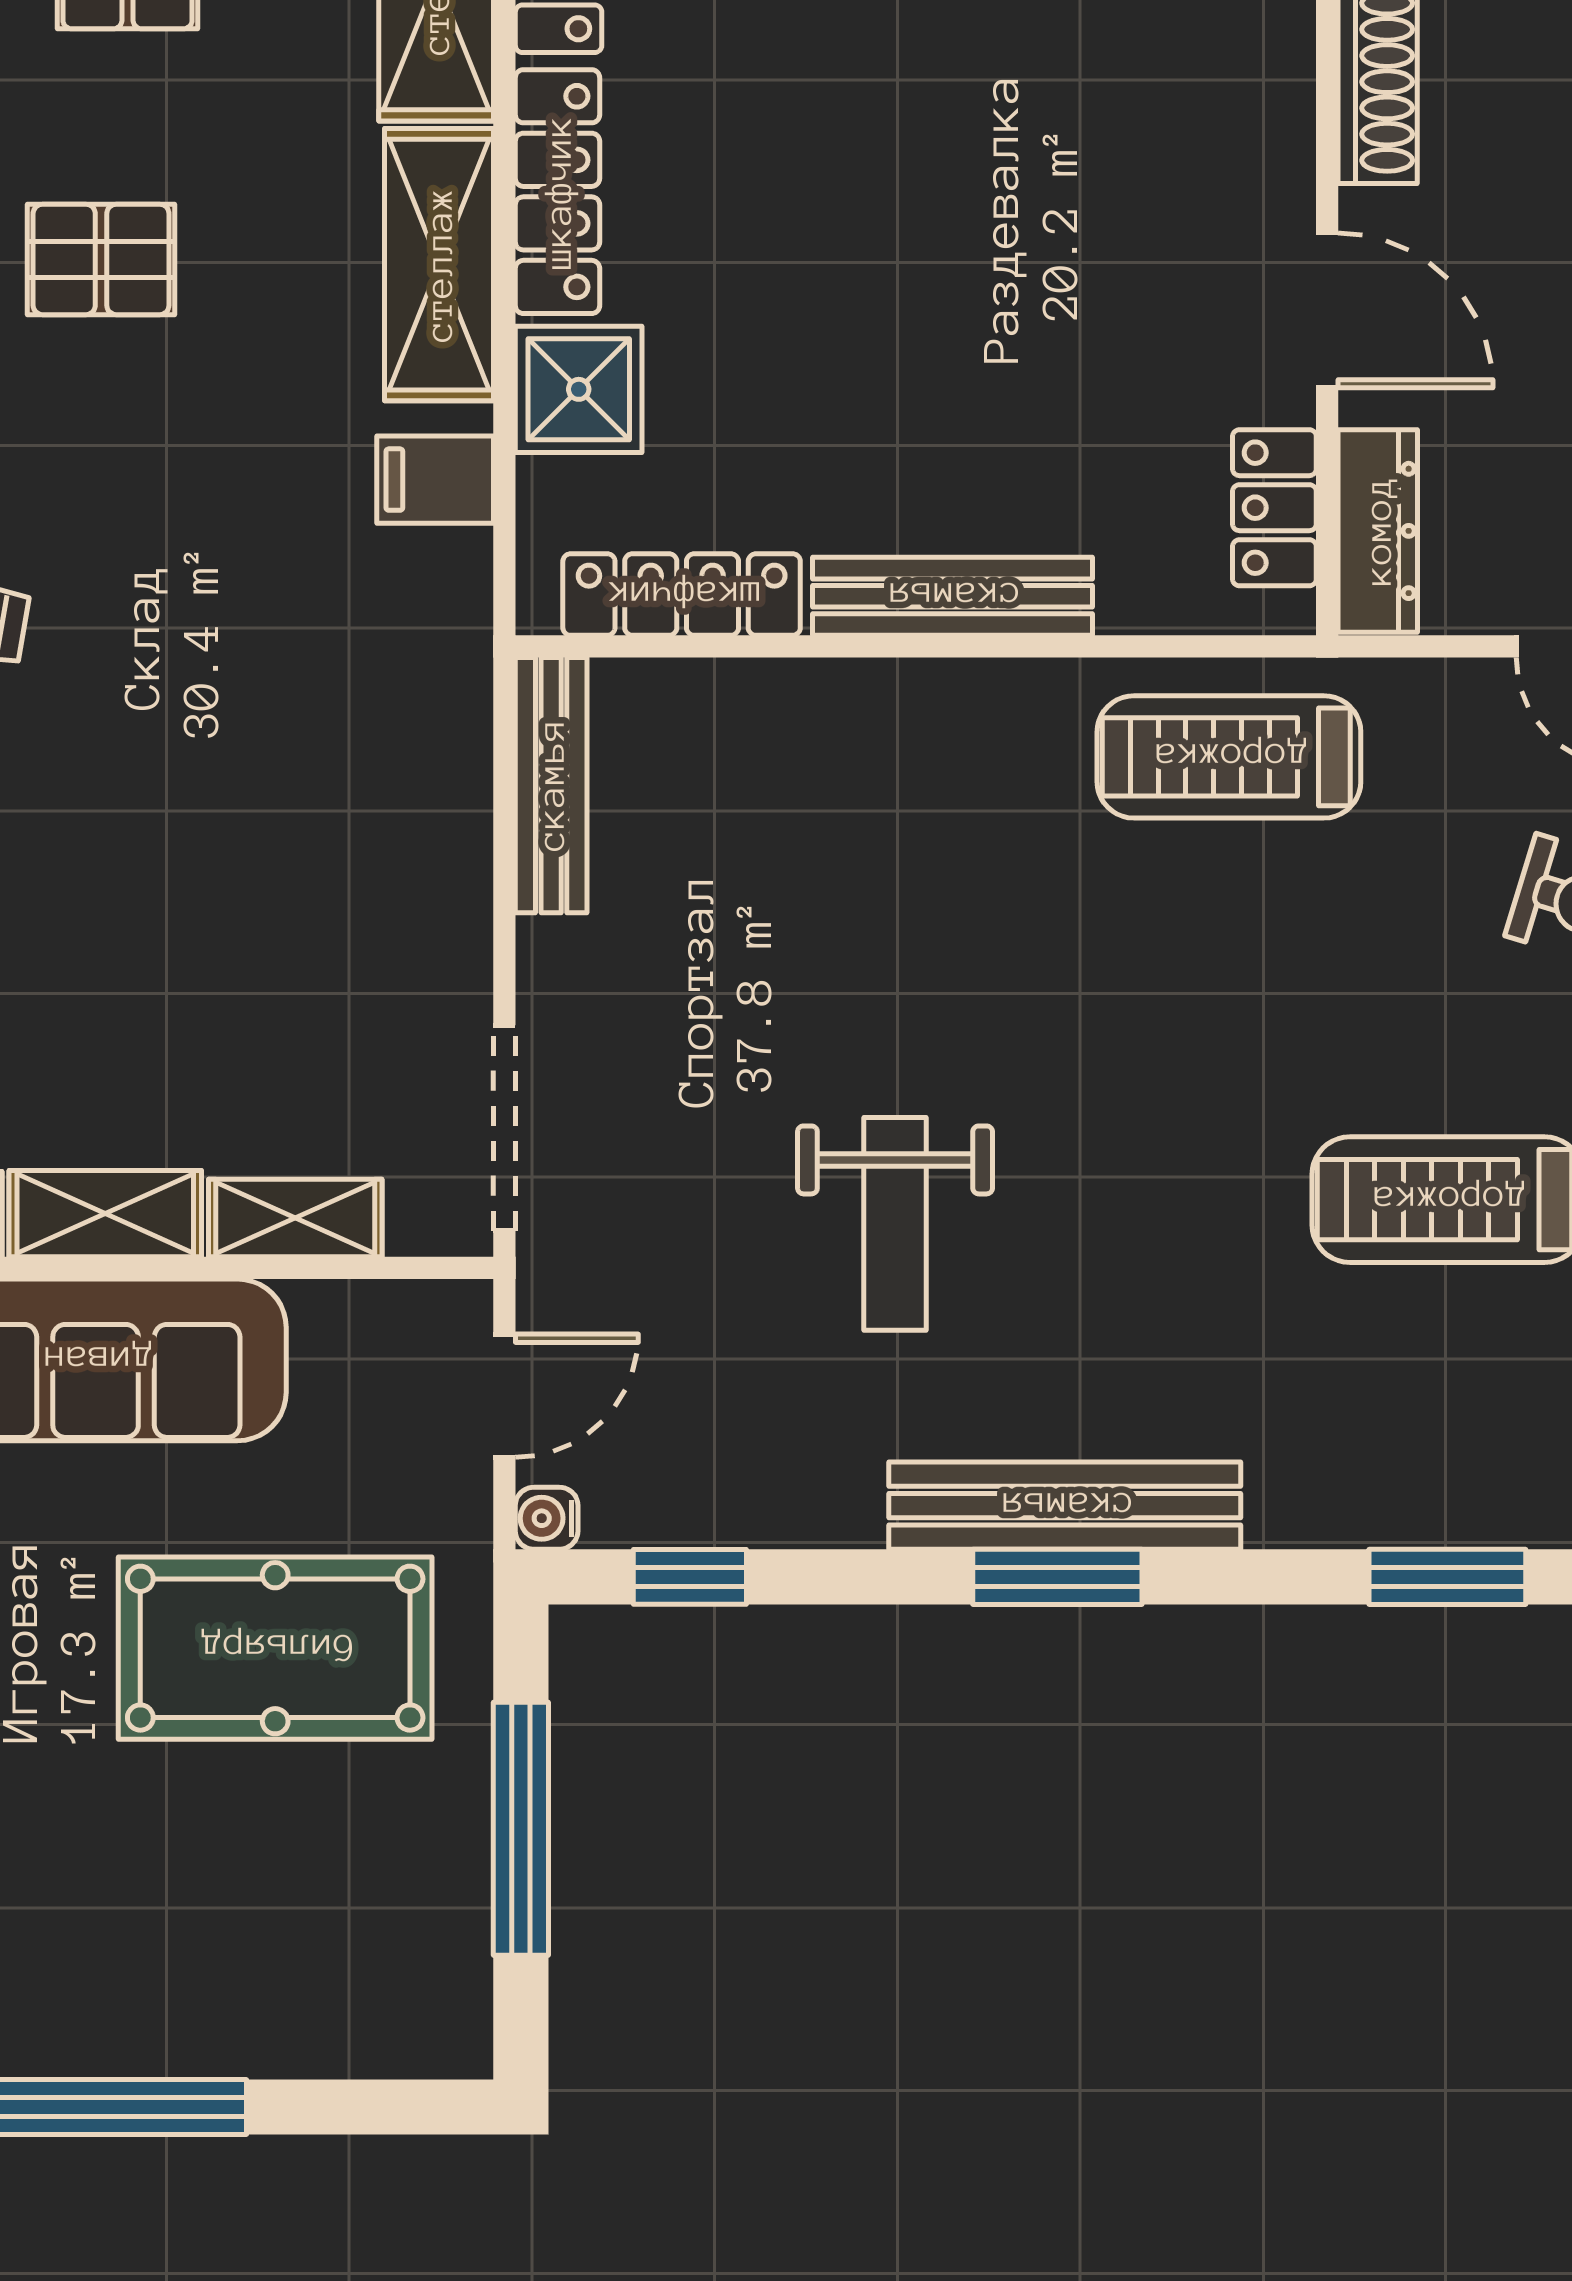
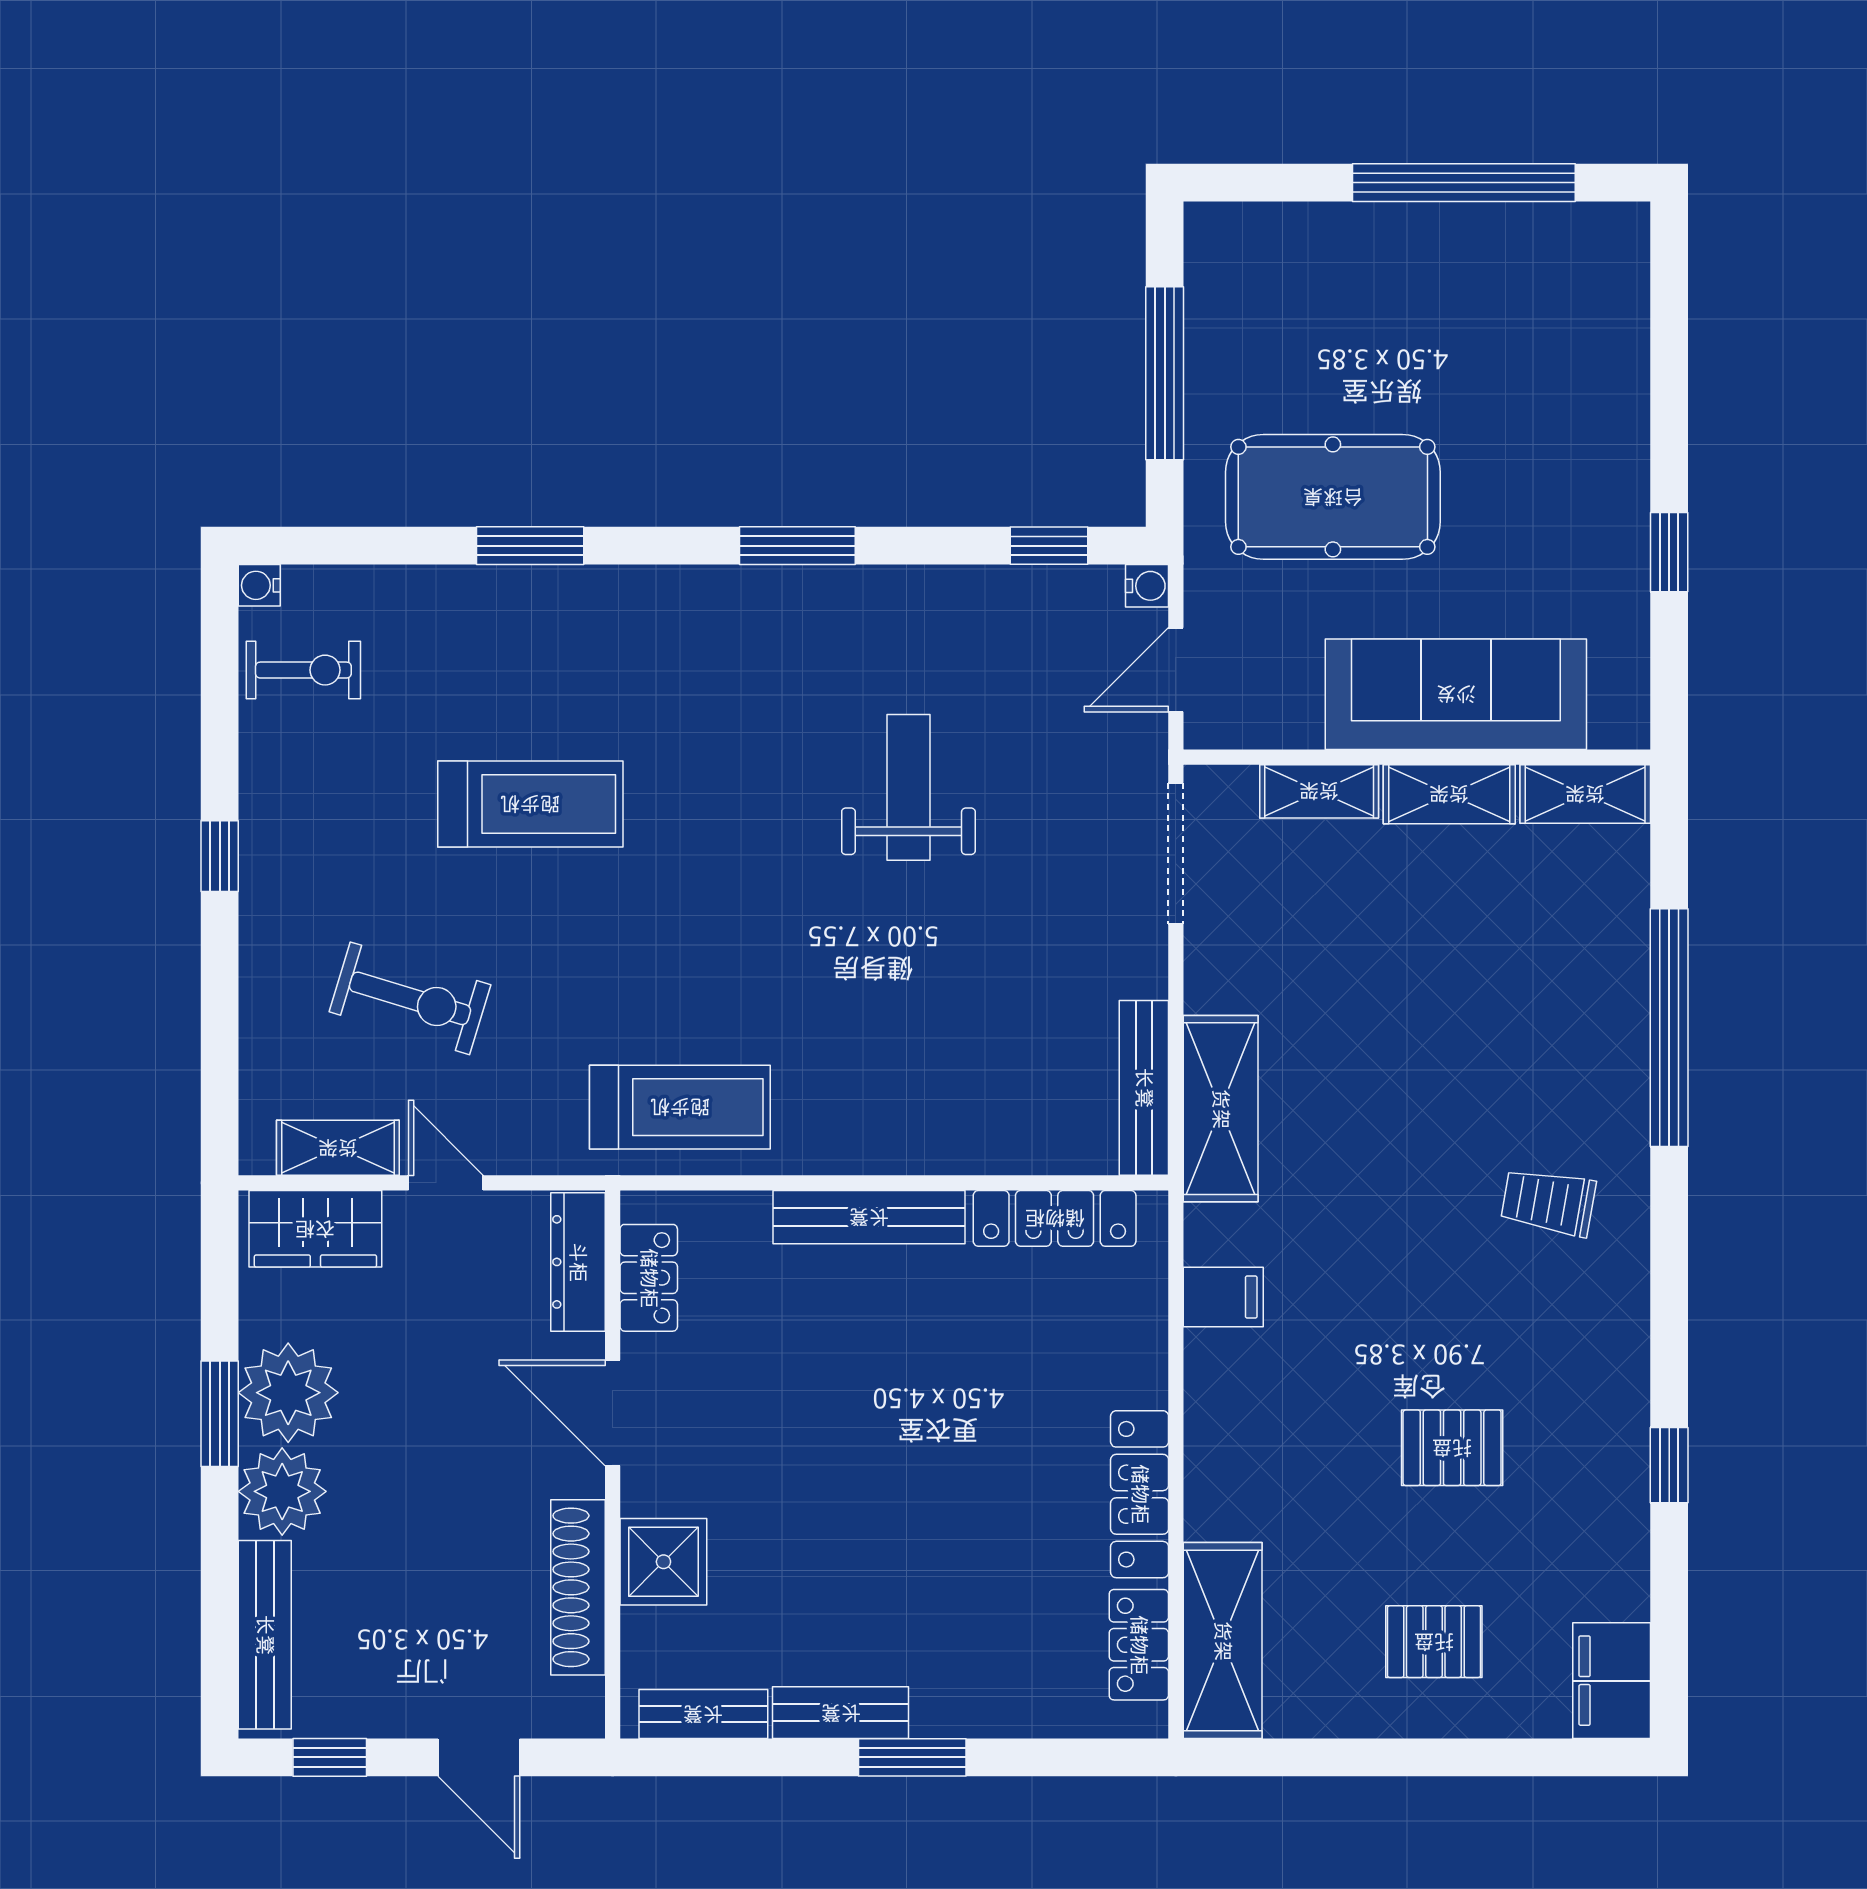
shelving: (439, 265) -> (1221, 1109), moved
shower: (579, 389) -> (663, 1562), moved
bench: (1065, 1506) -> (792, 594), removed

